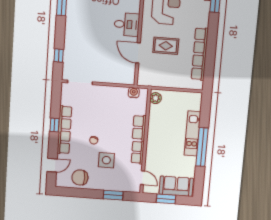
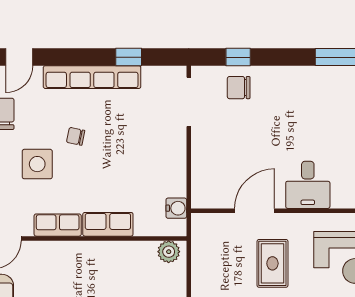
chair: (74, 56) -> (239, 88), added
window: (54, 125) -> (129, 57), moved
door: (52, 165) -> (19, 57), hinge flipped

